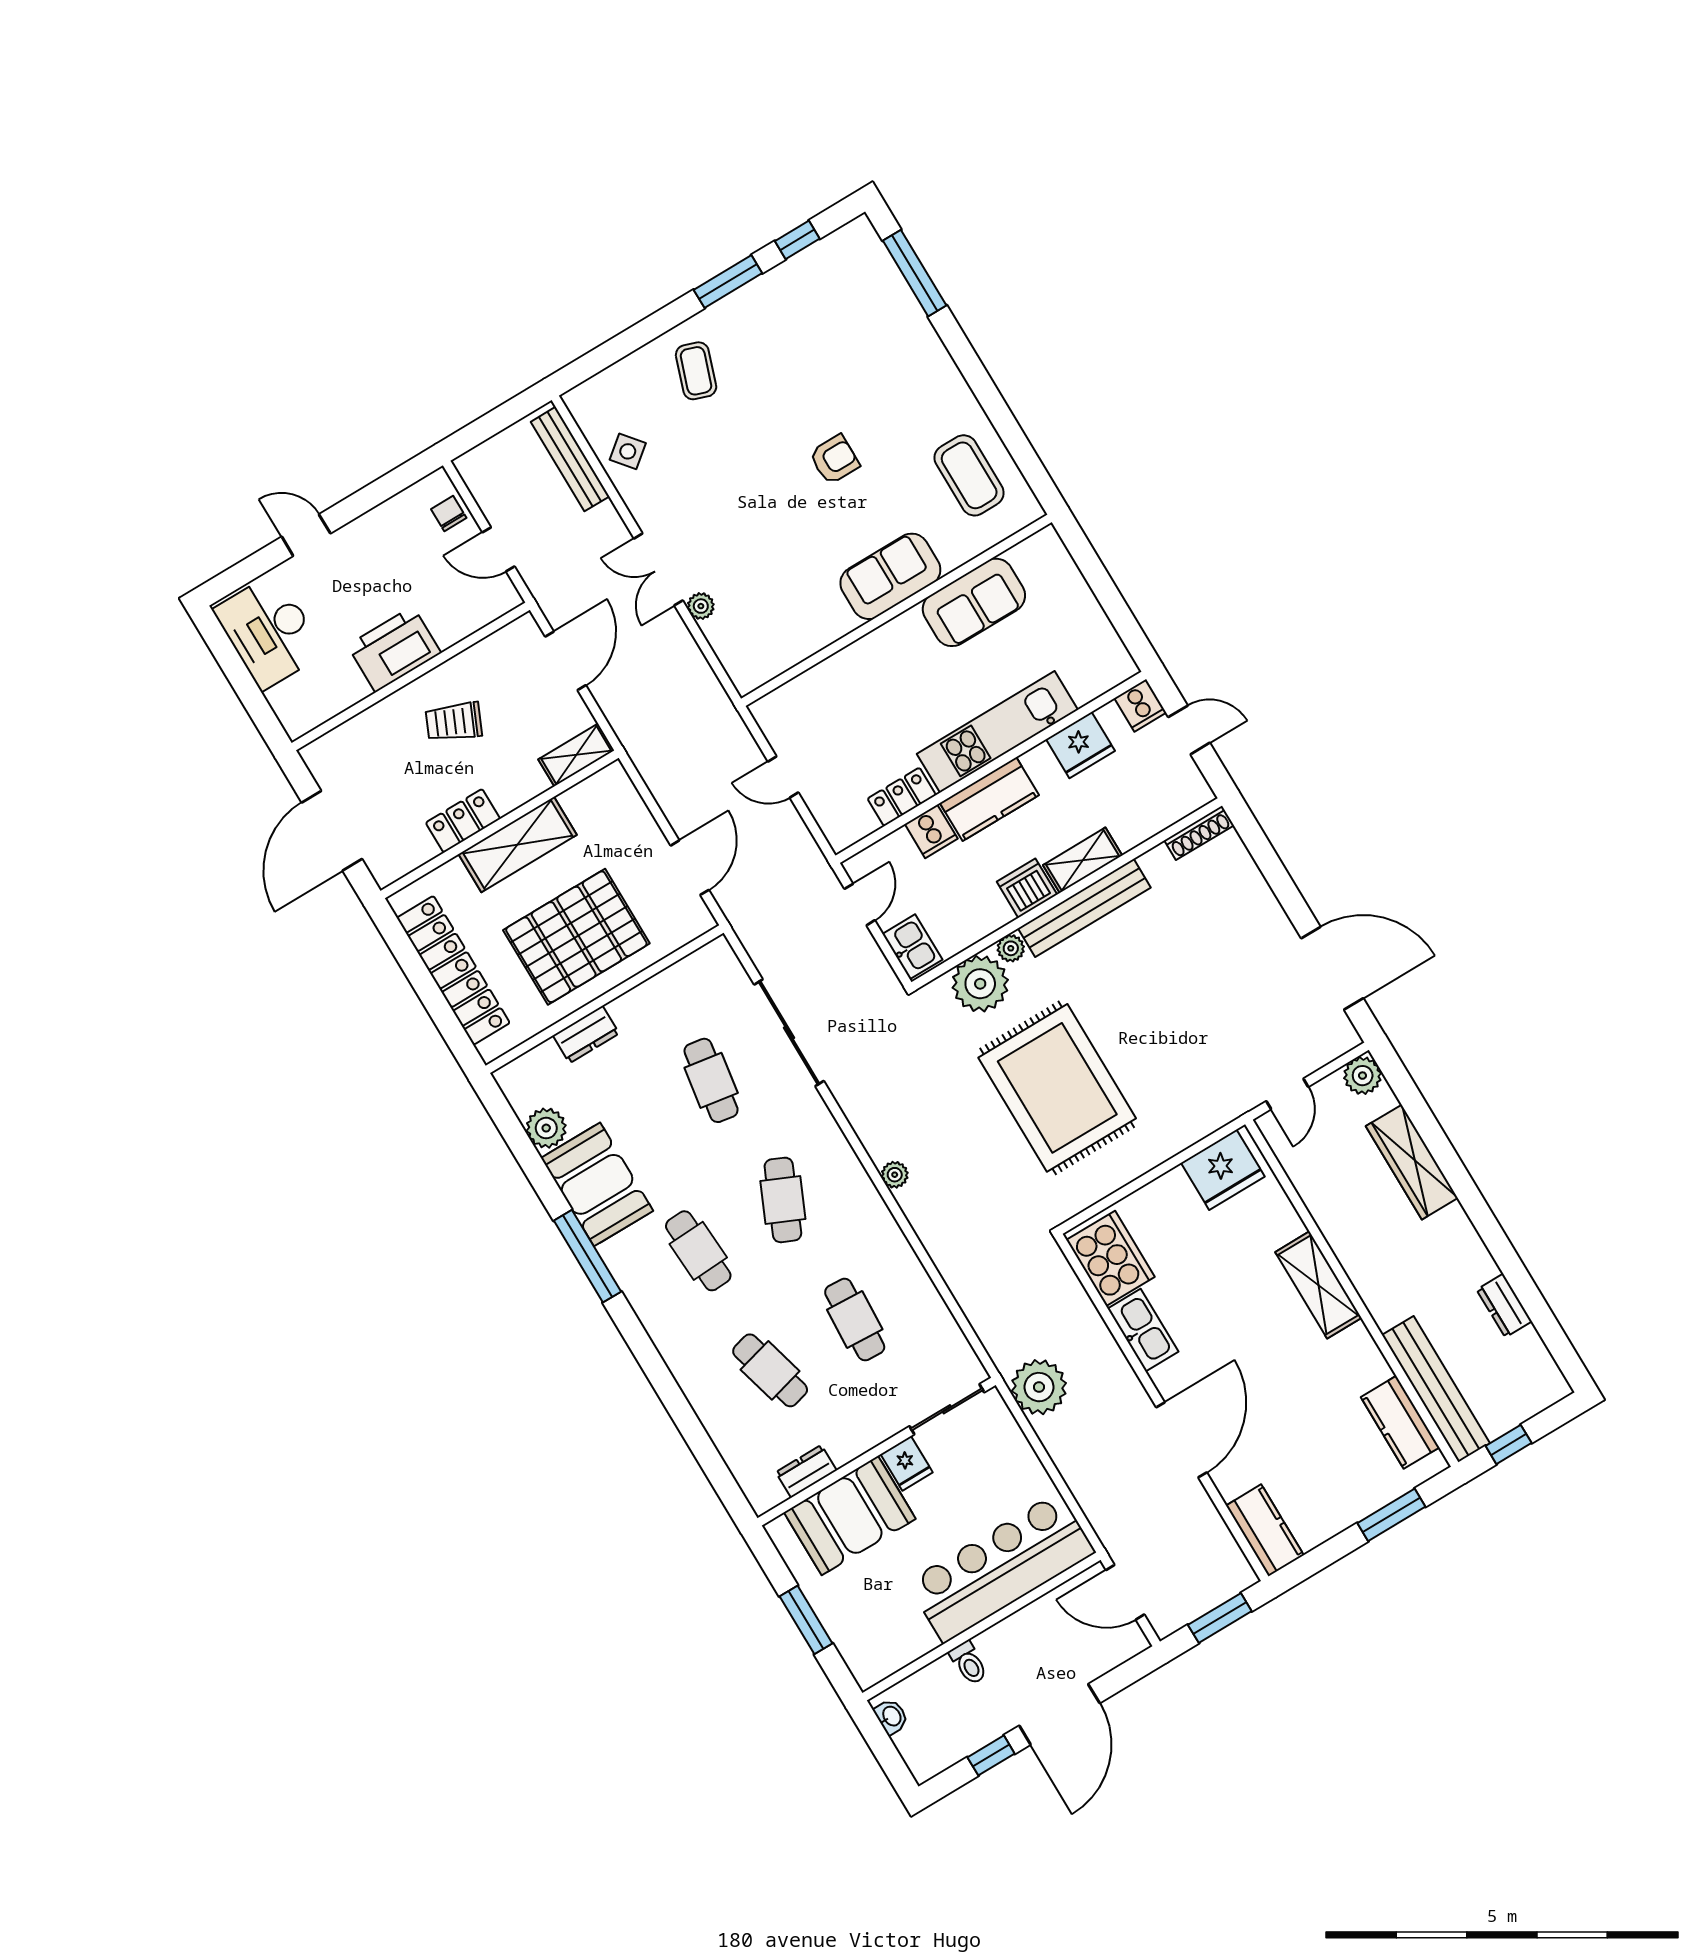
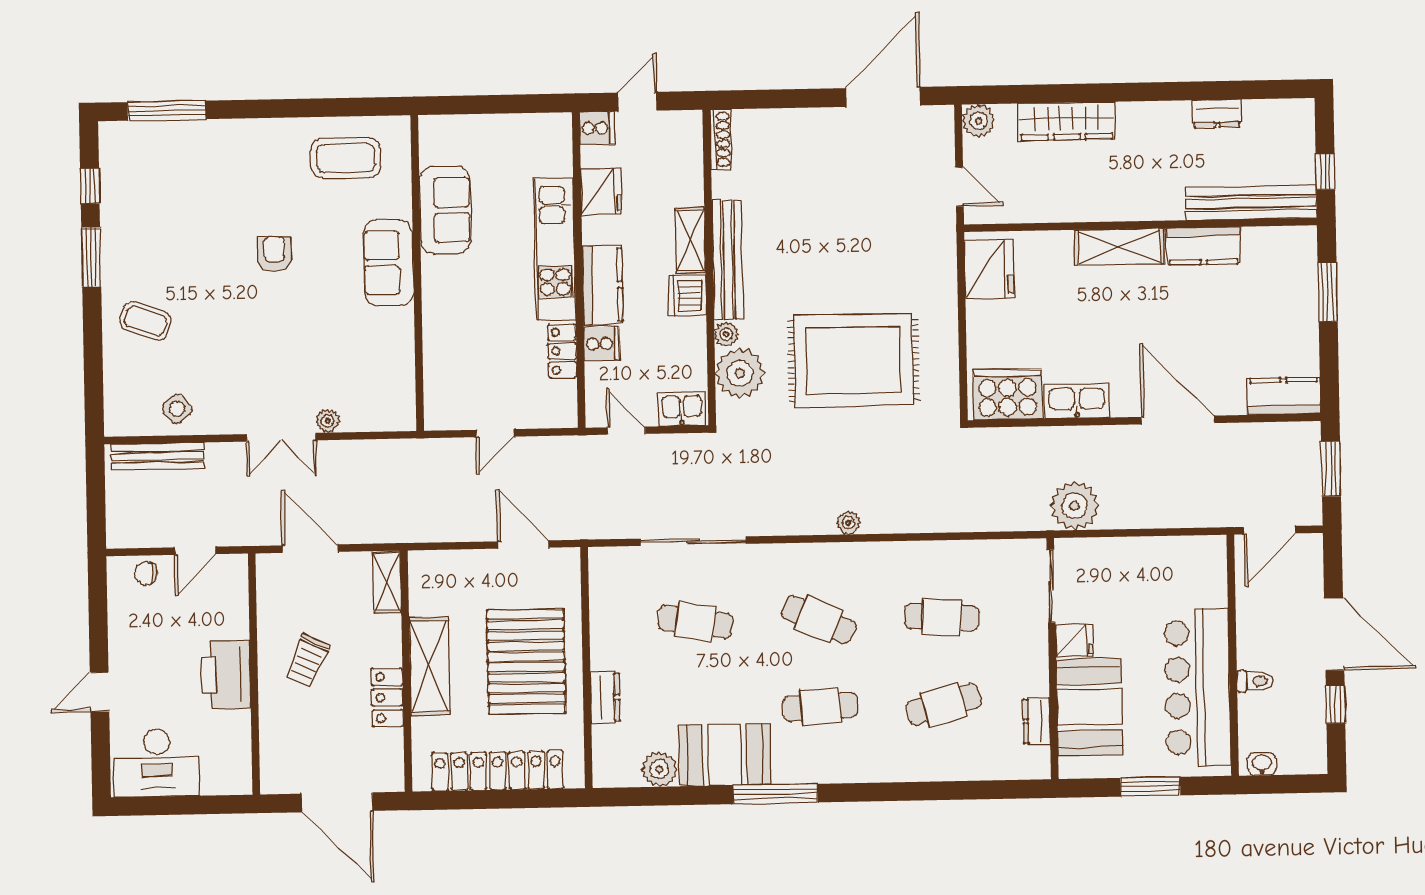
kitchen counter: (1400, 1422) -> (1203, 246), moved
bar counter: (1001, 1567) -> (1197, 687), moved

